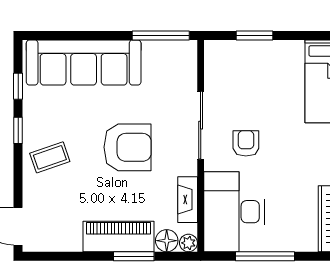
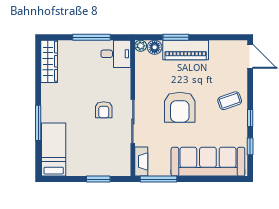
armchair: (128, 147) -> (180, 107), turned -90
fireplace: (188, 200) -> (141, 162), moved
desk: (234, 212) -> (116, 54), width x0.53, depth x0.77

